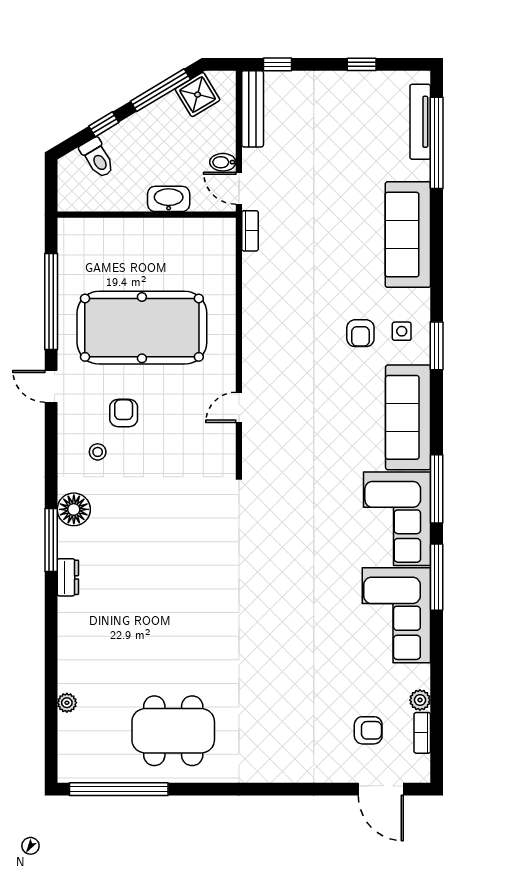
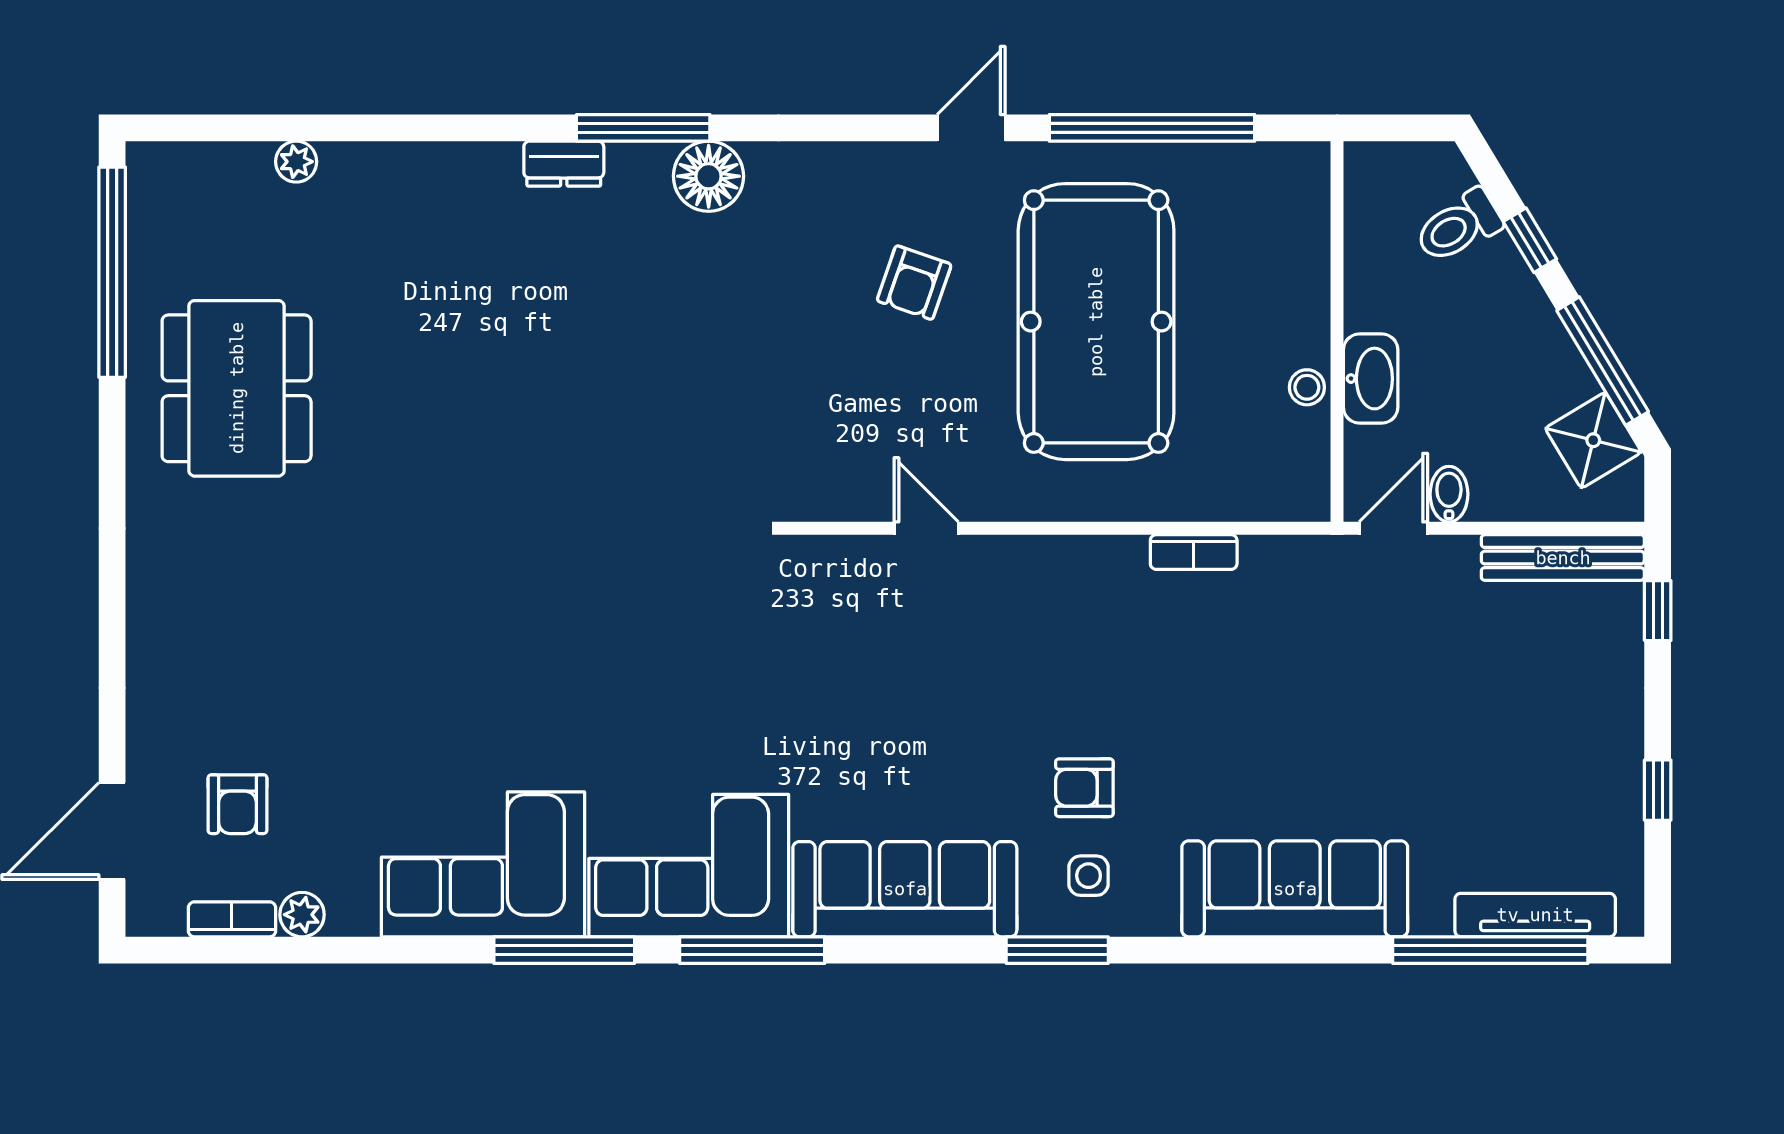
bookcase: (250, 231) -> (1194, 552), moved
armchair: (124, 413) -> (914, 283), turned 109
stool: (98, 452) -> (1307, 387), moved

